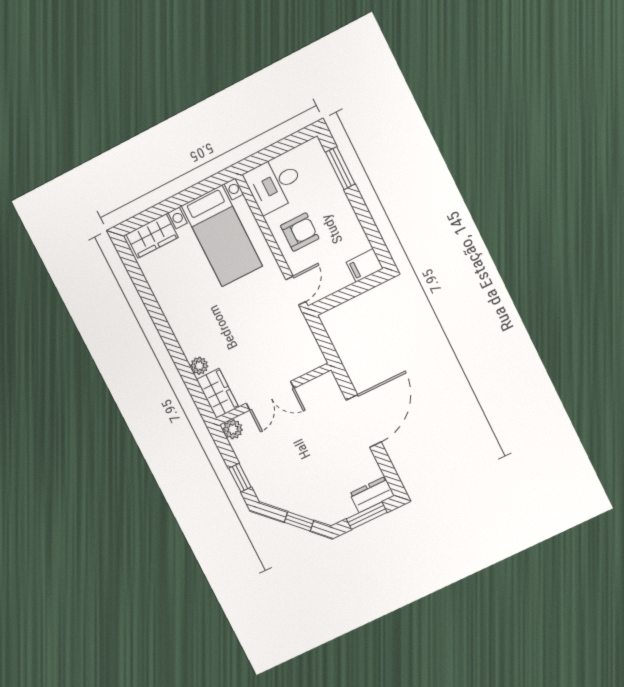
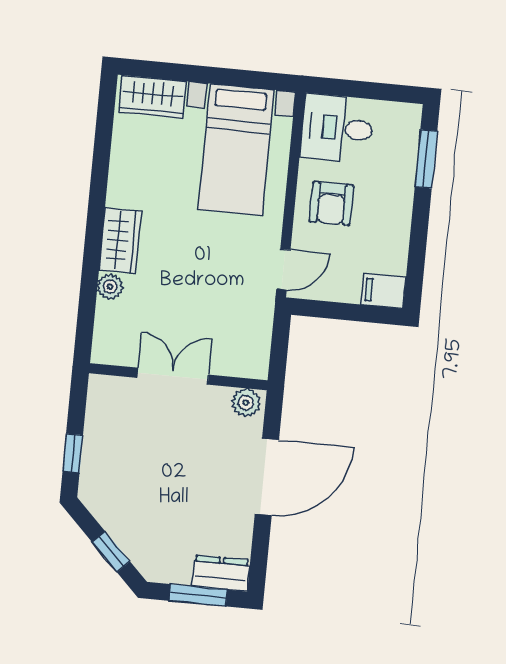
armchair: (300, 232) -> (332, 203), turned 90
wardrobe: (218, 393) -> (120, 241), moved
double door: (270, 396) -> (173, 376), swing flipped
plant: (233, 429) -> (246, 403), moved

